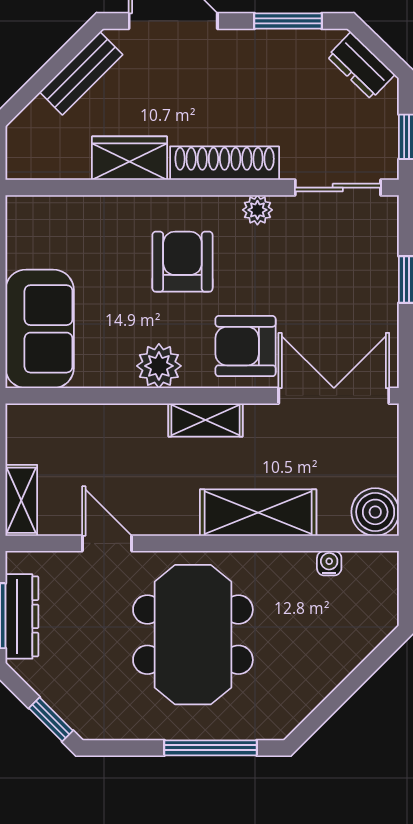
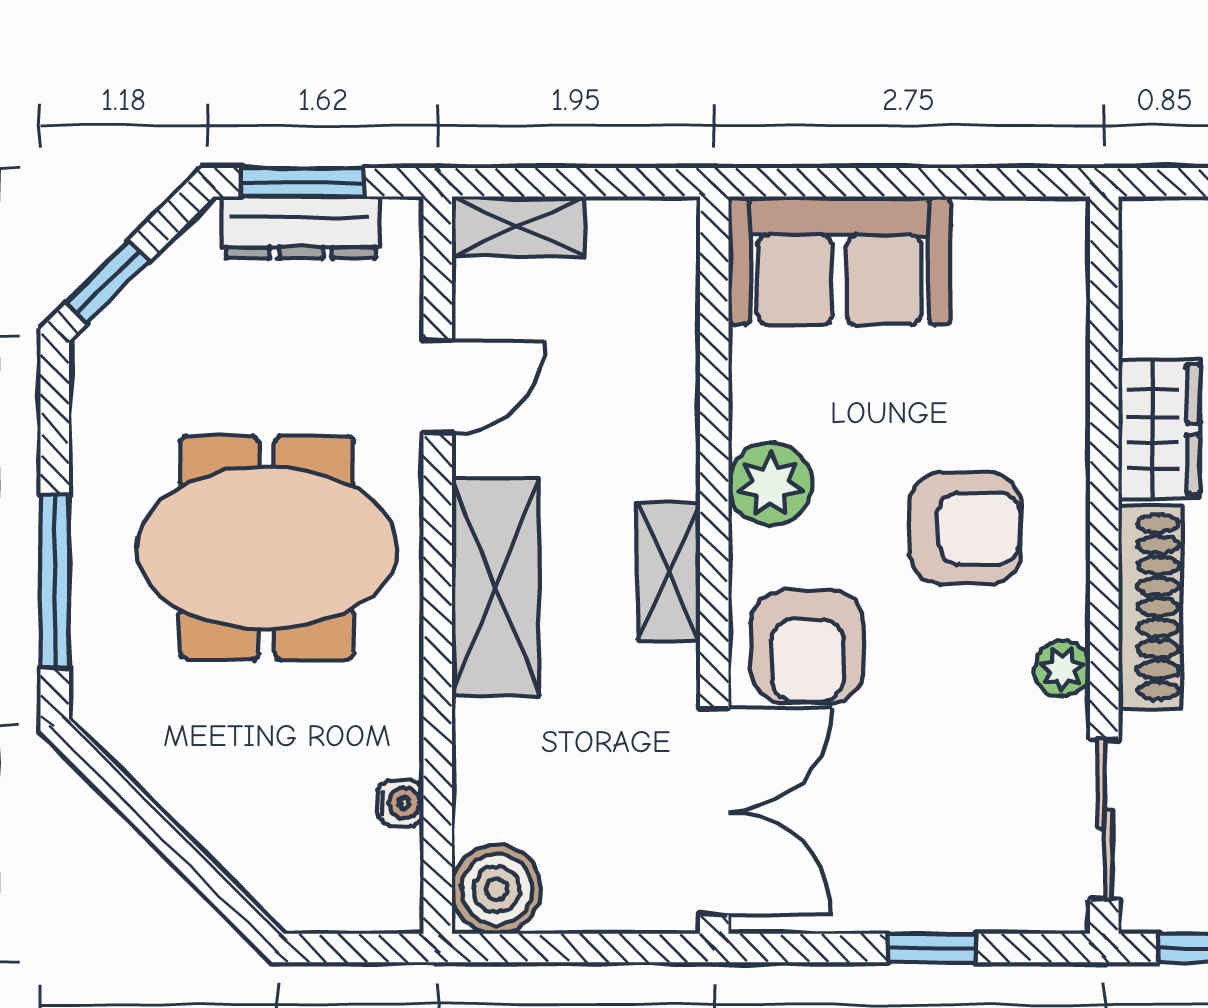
armchair: (246, 346) -> (807, 646), turned 180
shelving: (258, 513) -> (495, 587), moved

